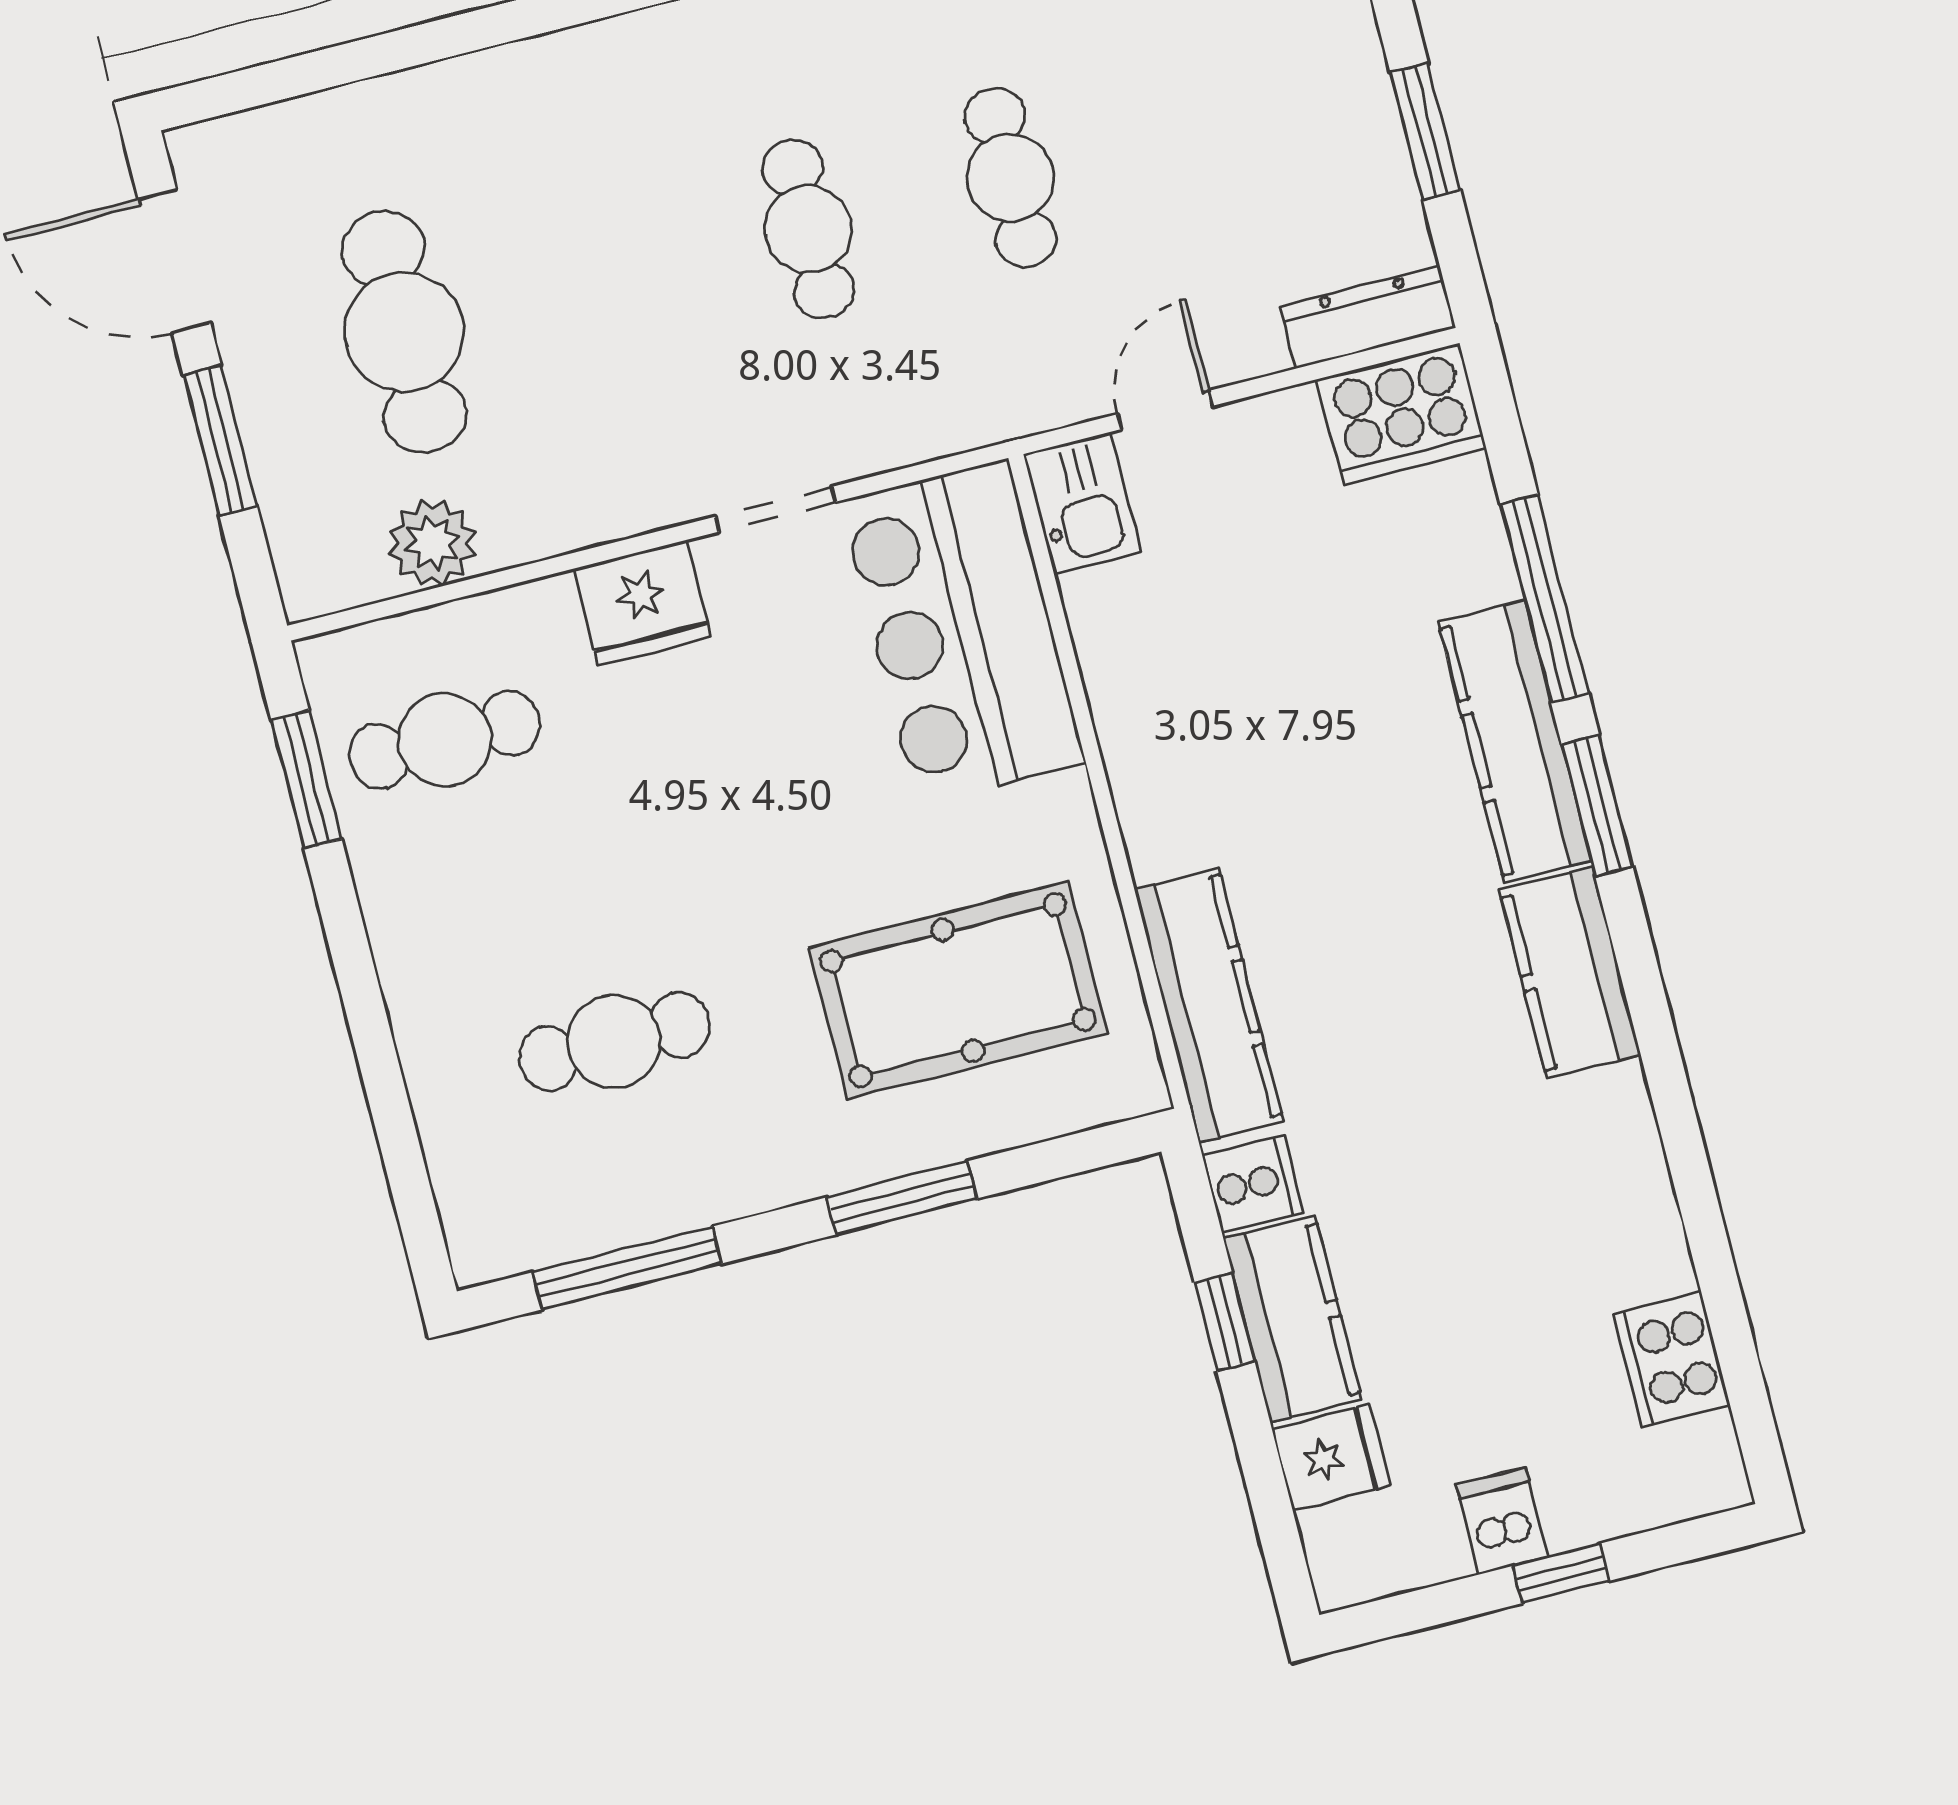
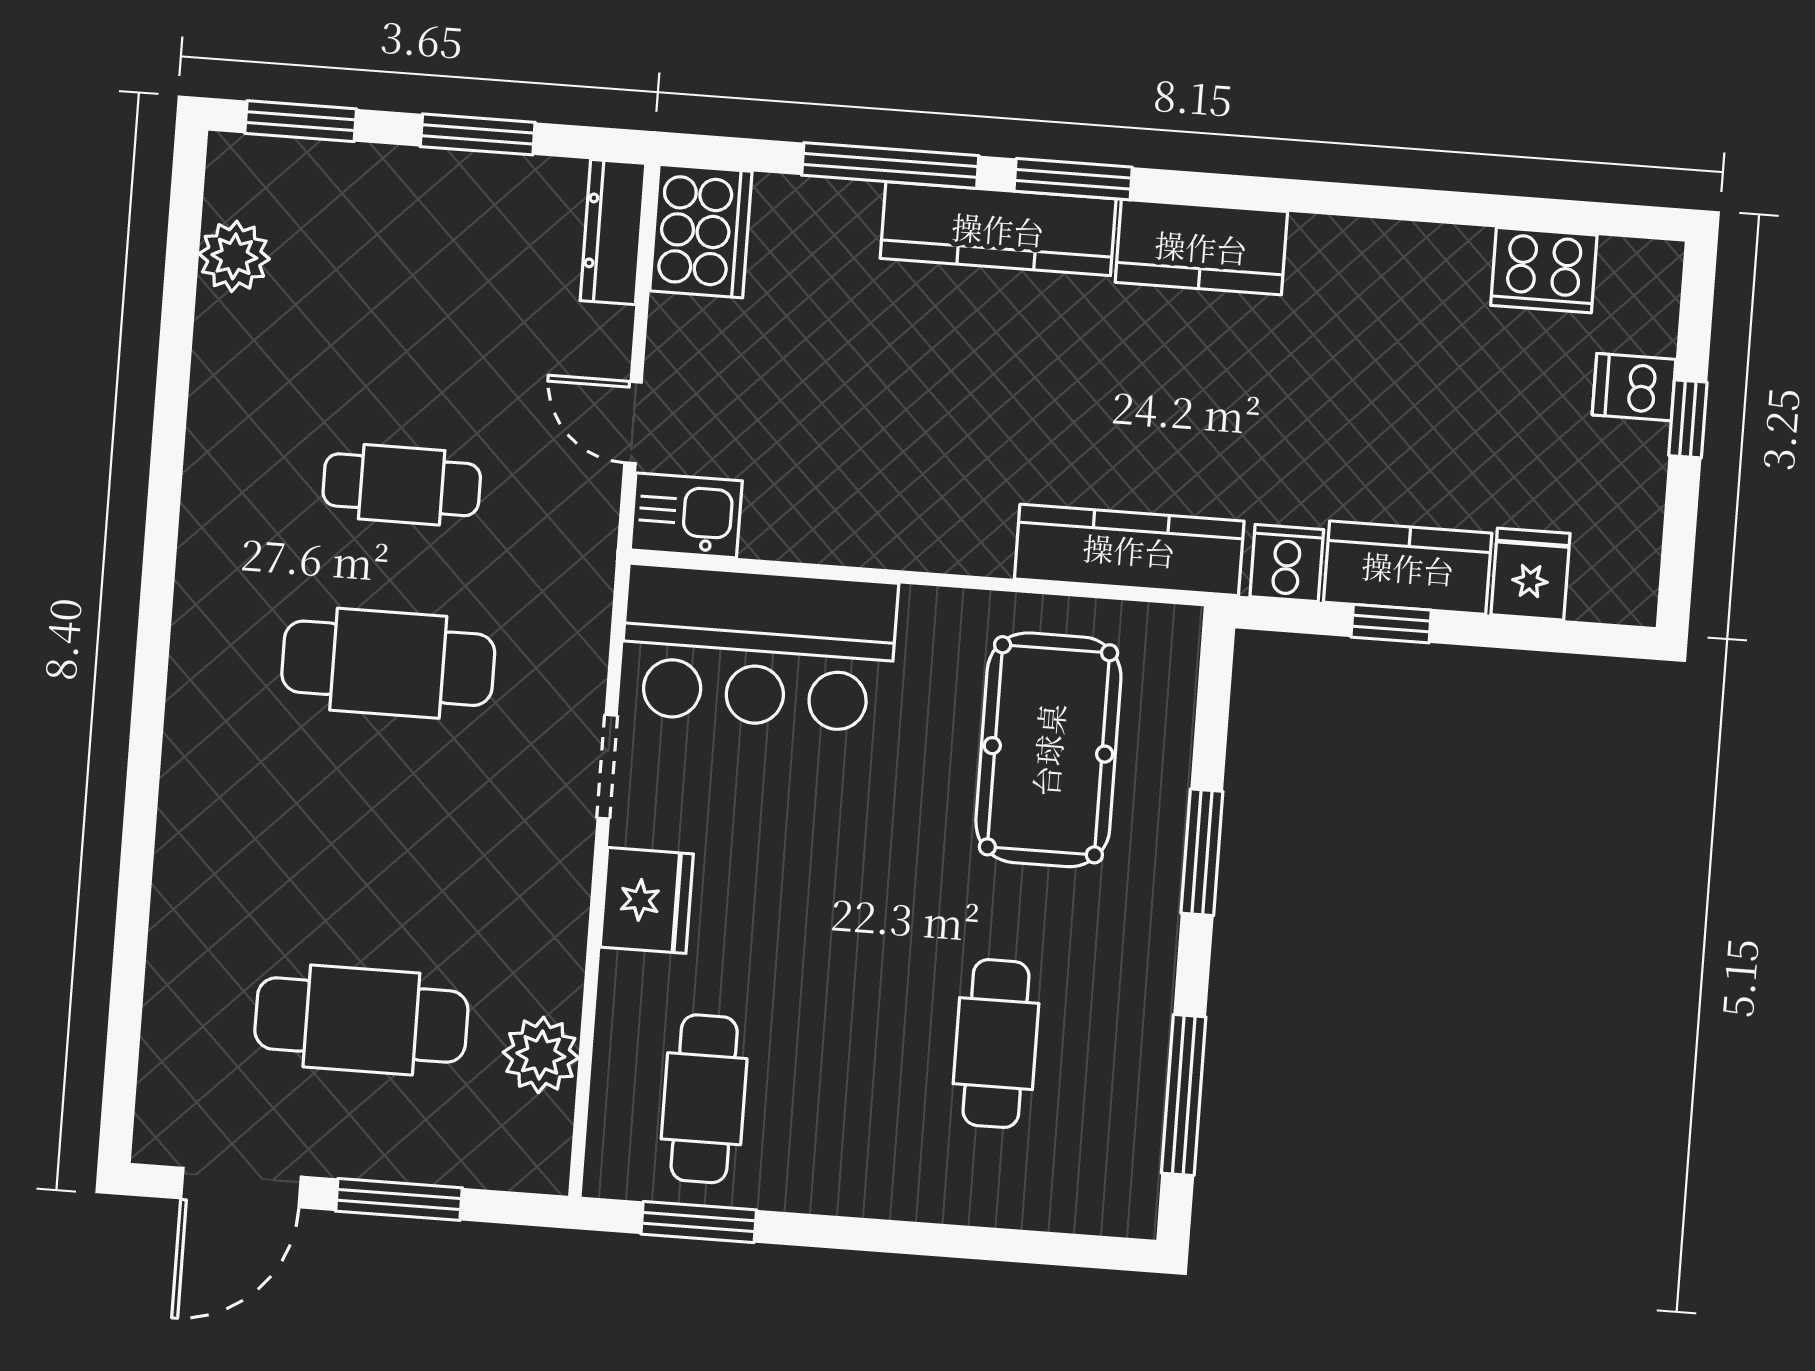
cafe table: (808, 229) -> (388, 663), width x1.37, depth x1.35
dishwasher: (1502, 1521) -> (1634, 387), moved

